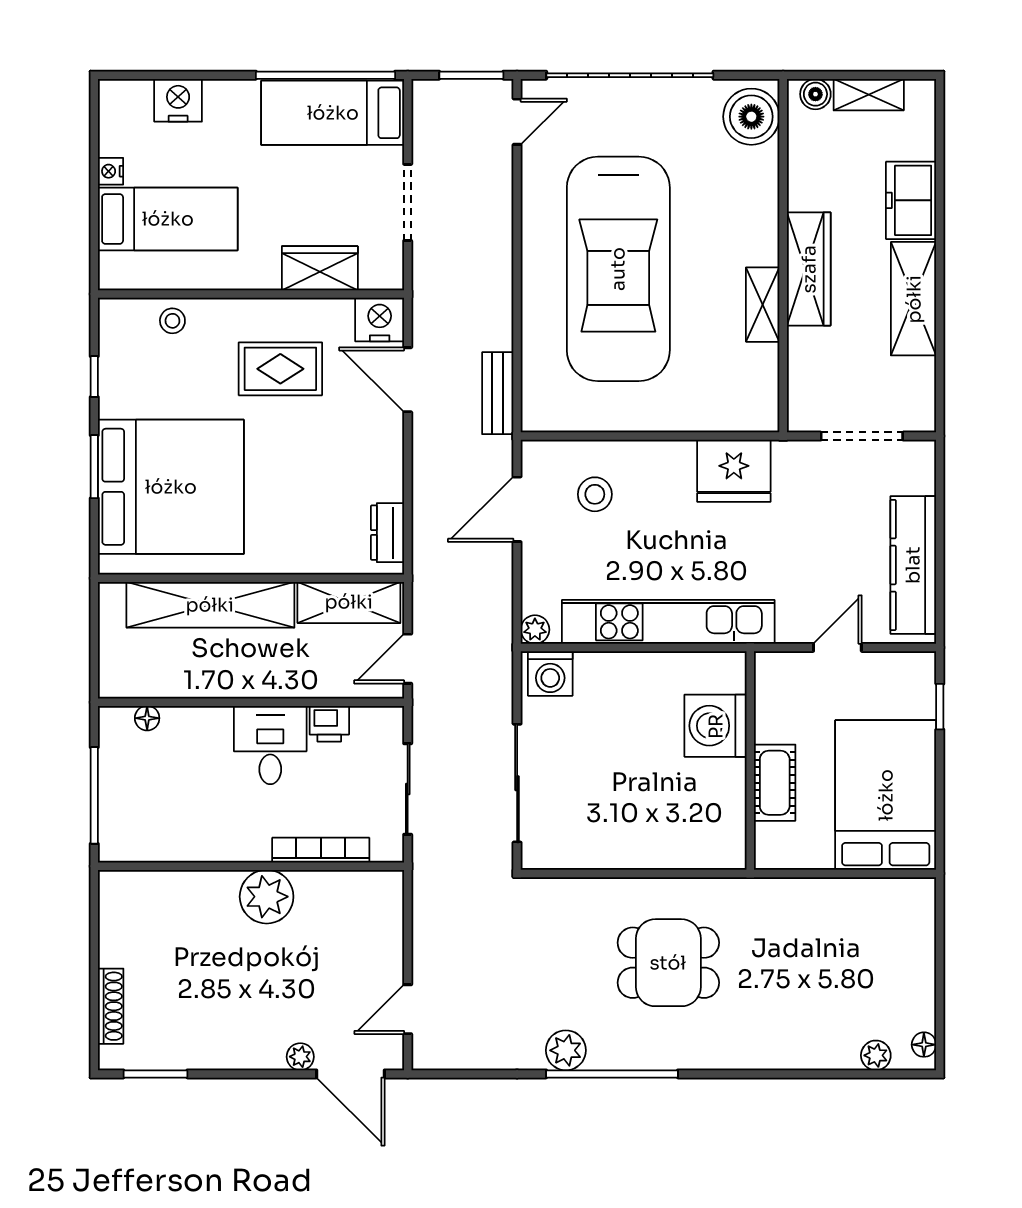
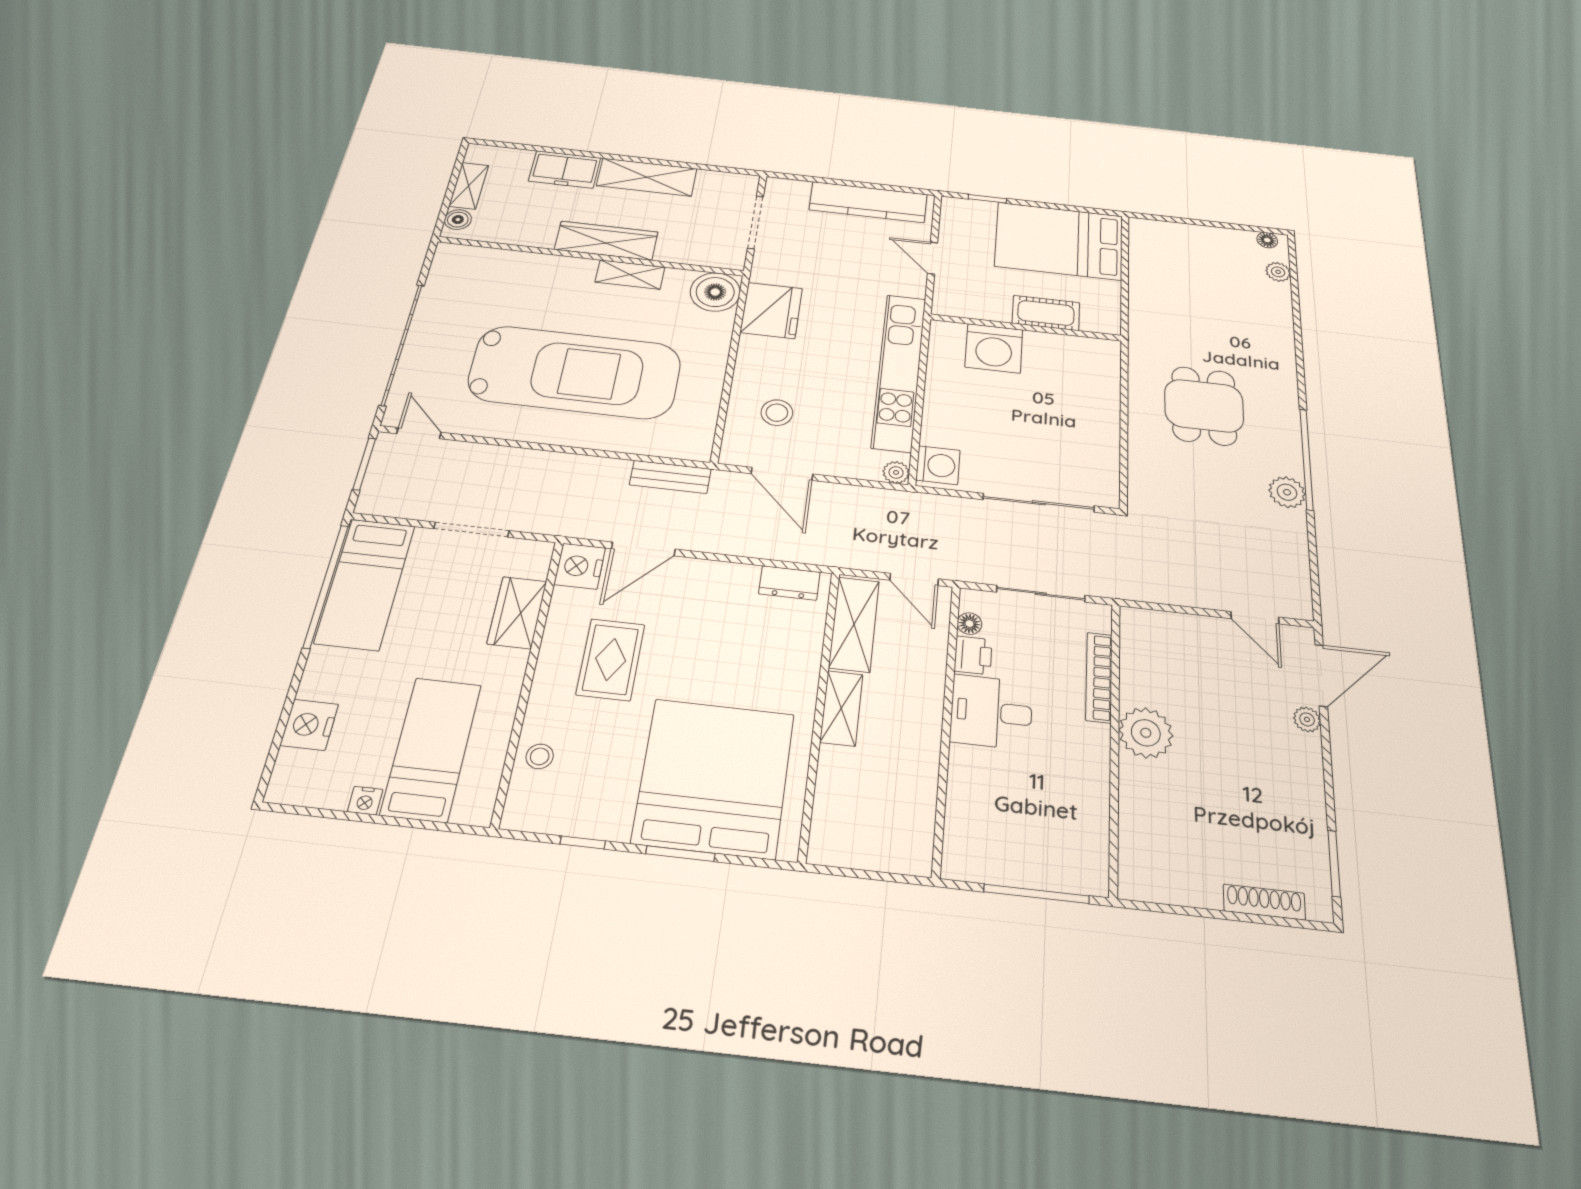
boiler: (751, 117) -> (715, 292), moved
shelving: (210, 605) -> (841, 708), width x0.45, depth x0.75
floor lamp: (147, 718) -> (969, 624), moved

